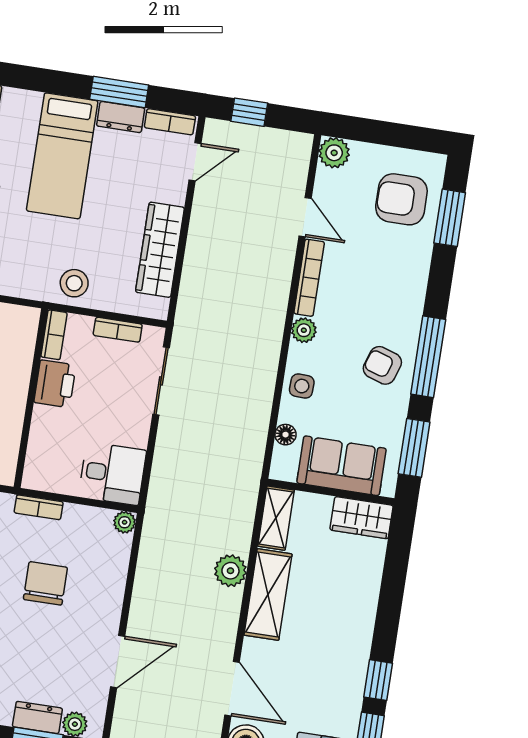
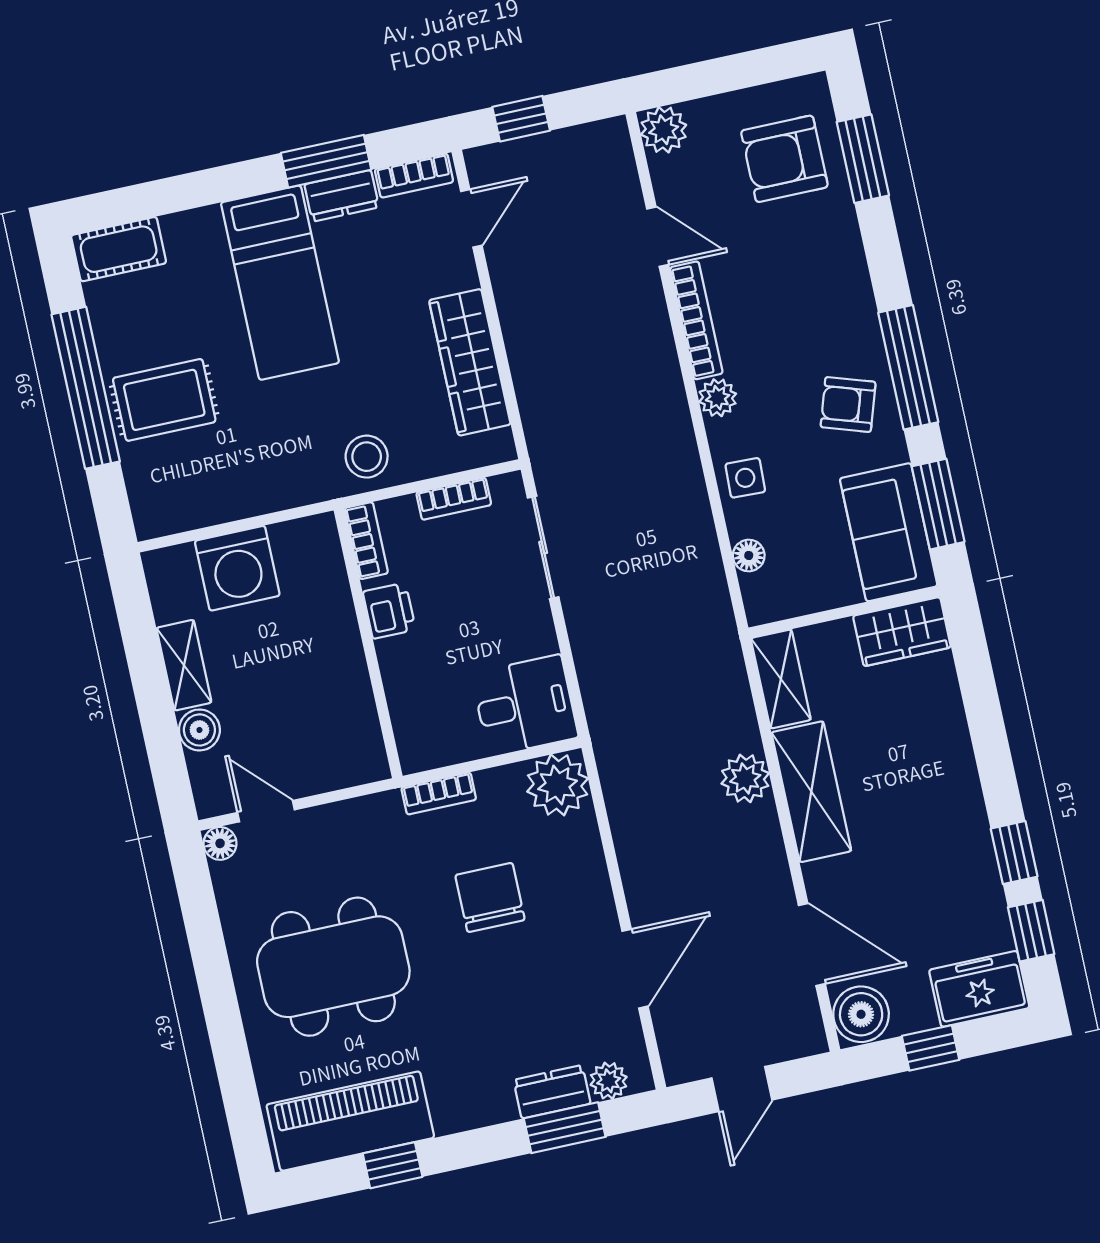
printer: (55, 384) -> (389, 611), width x0.73, depth x0.81
sofa: (342, 466) -> (889, 532), moved, turned -90
plant: (125, 522) -> (558, 785), width x1.88, depth x1.88

